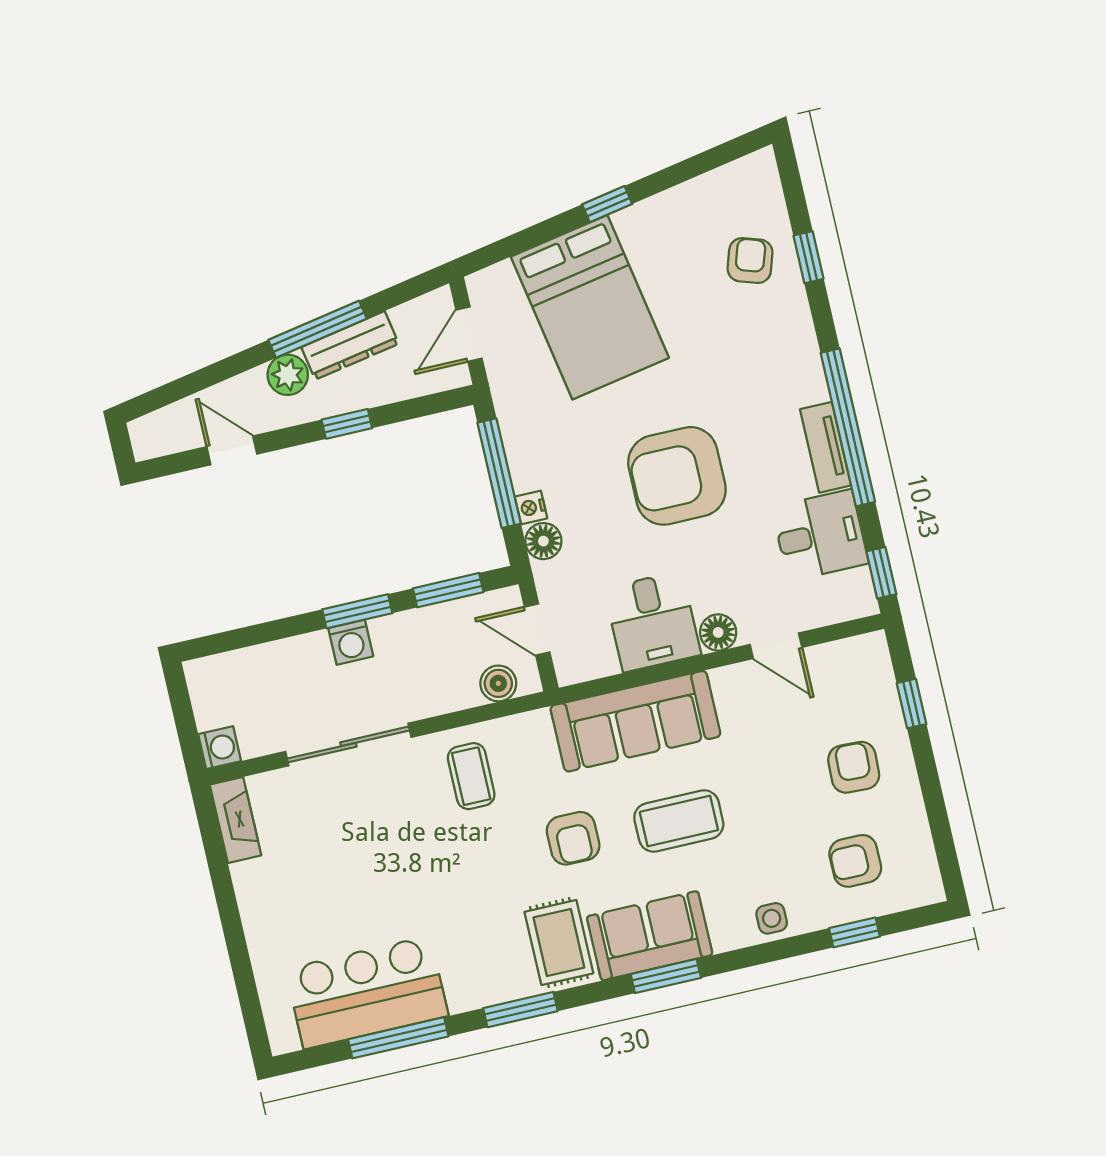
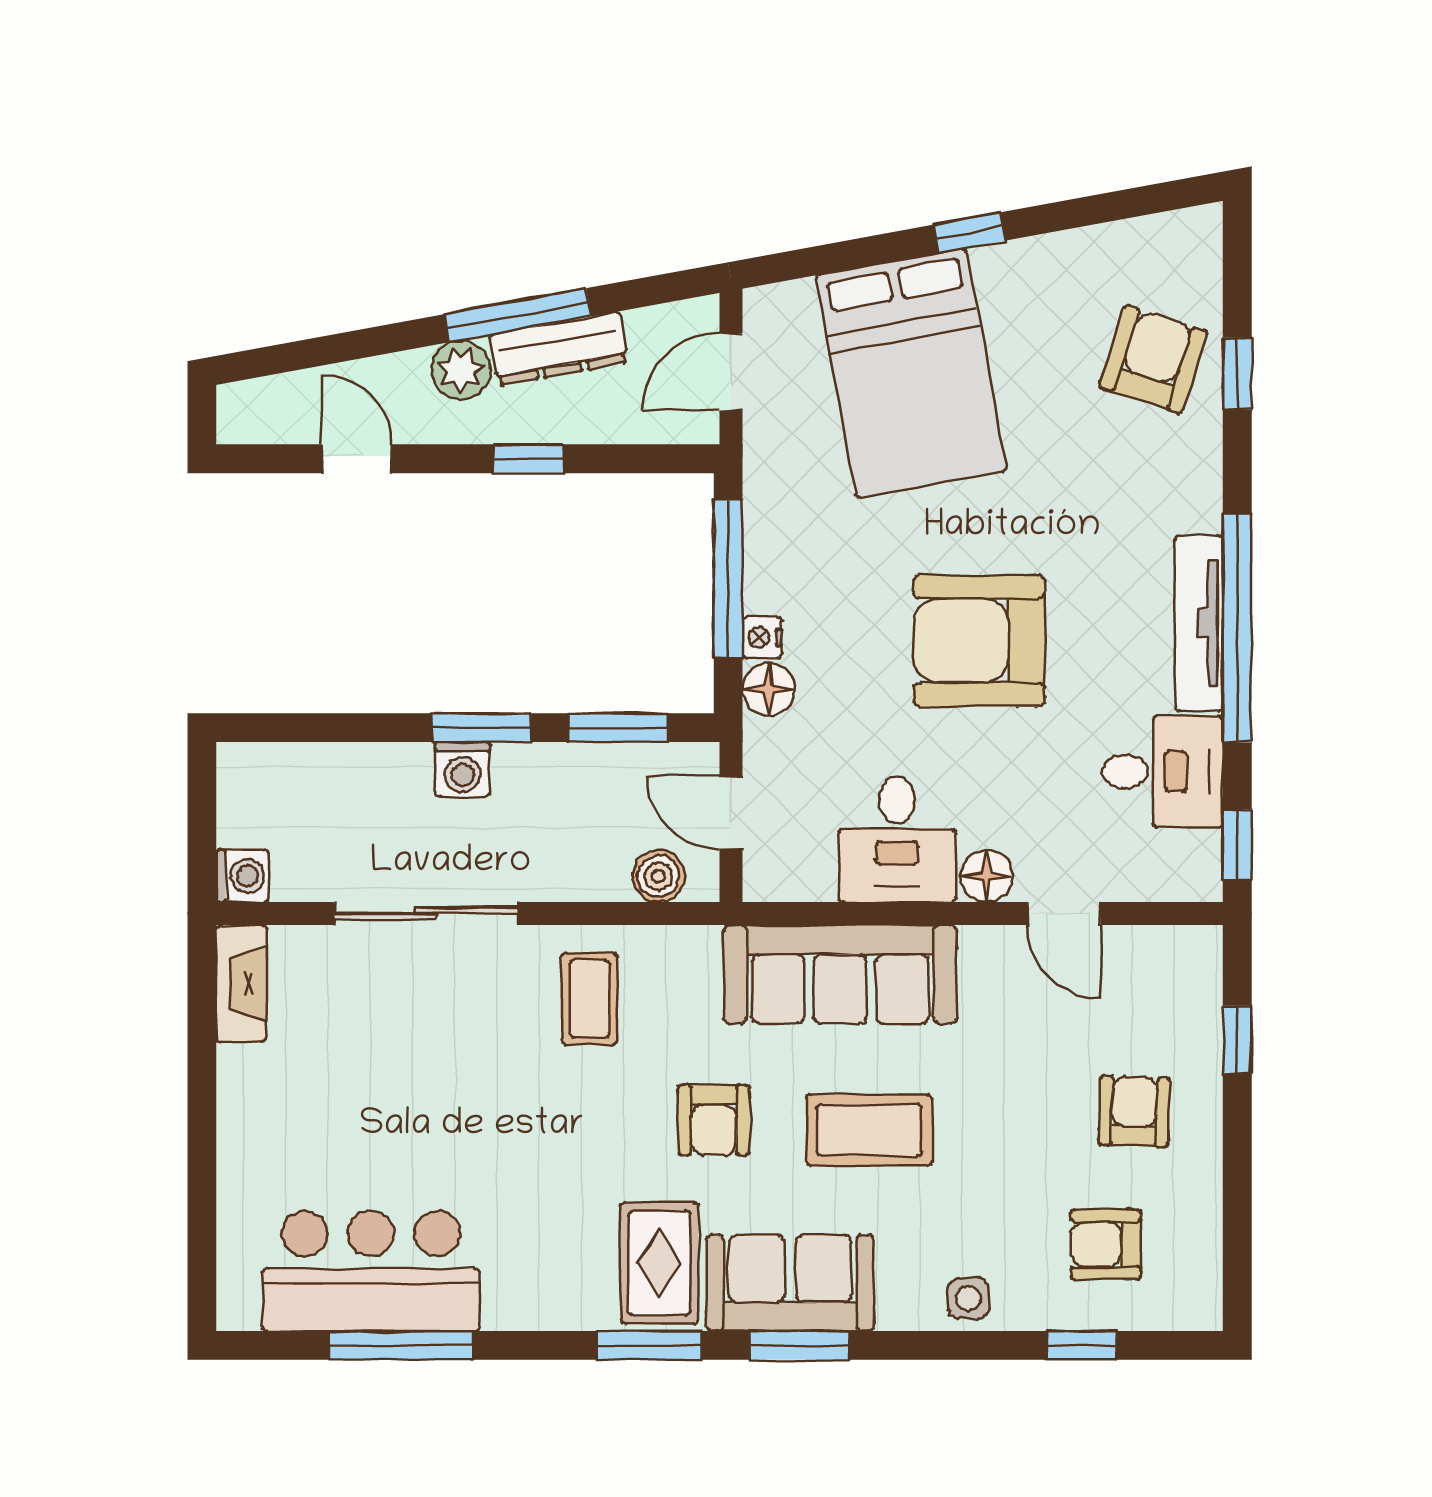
armchair: (750, 261) -> (1153, 359), width x1.38, depth x1.38
tv unit: (826, 447) -> (1199, 623), width x1.41
window: (520, 1010) -> (649, 1345), moved

